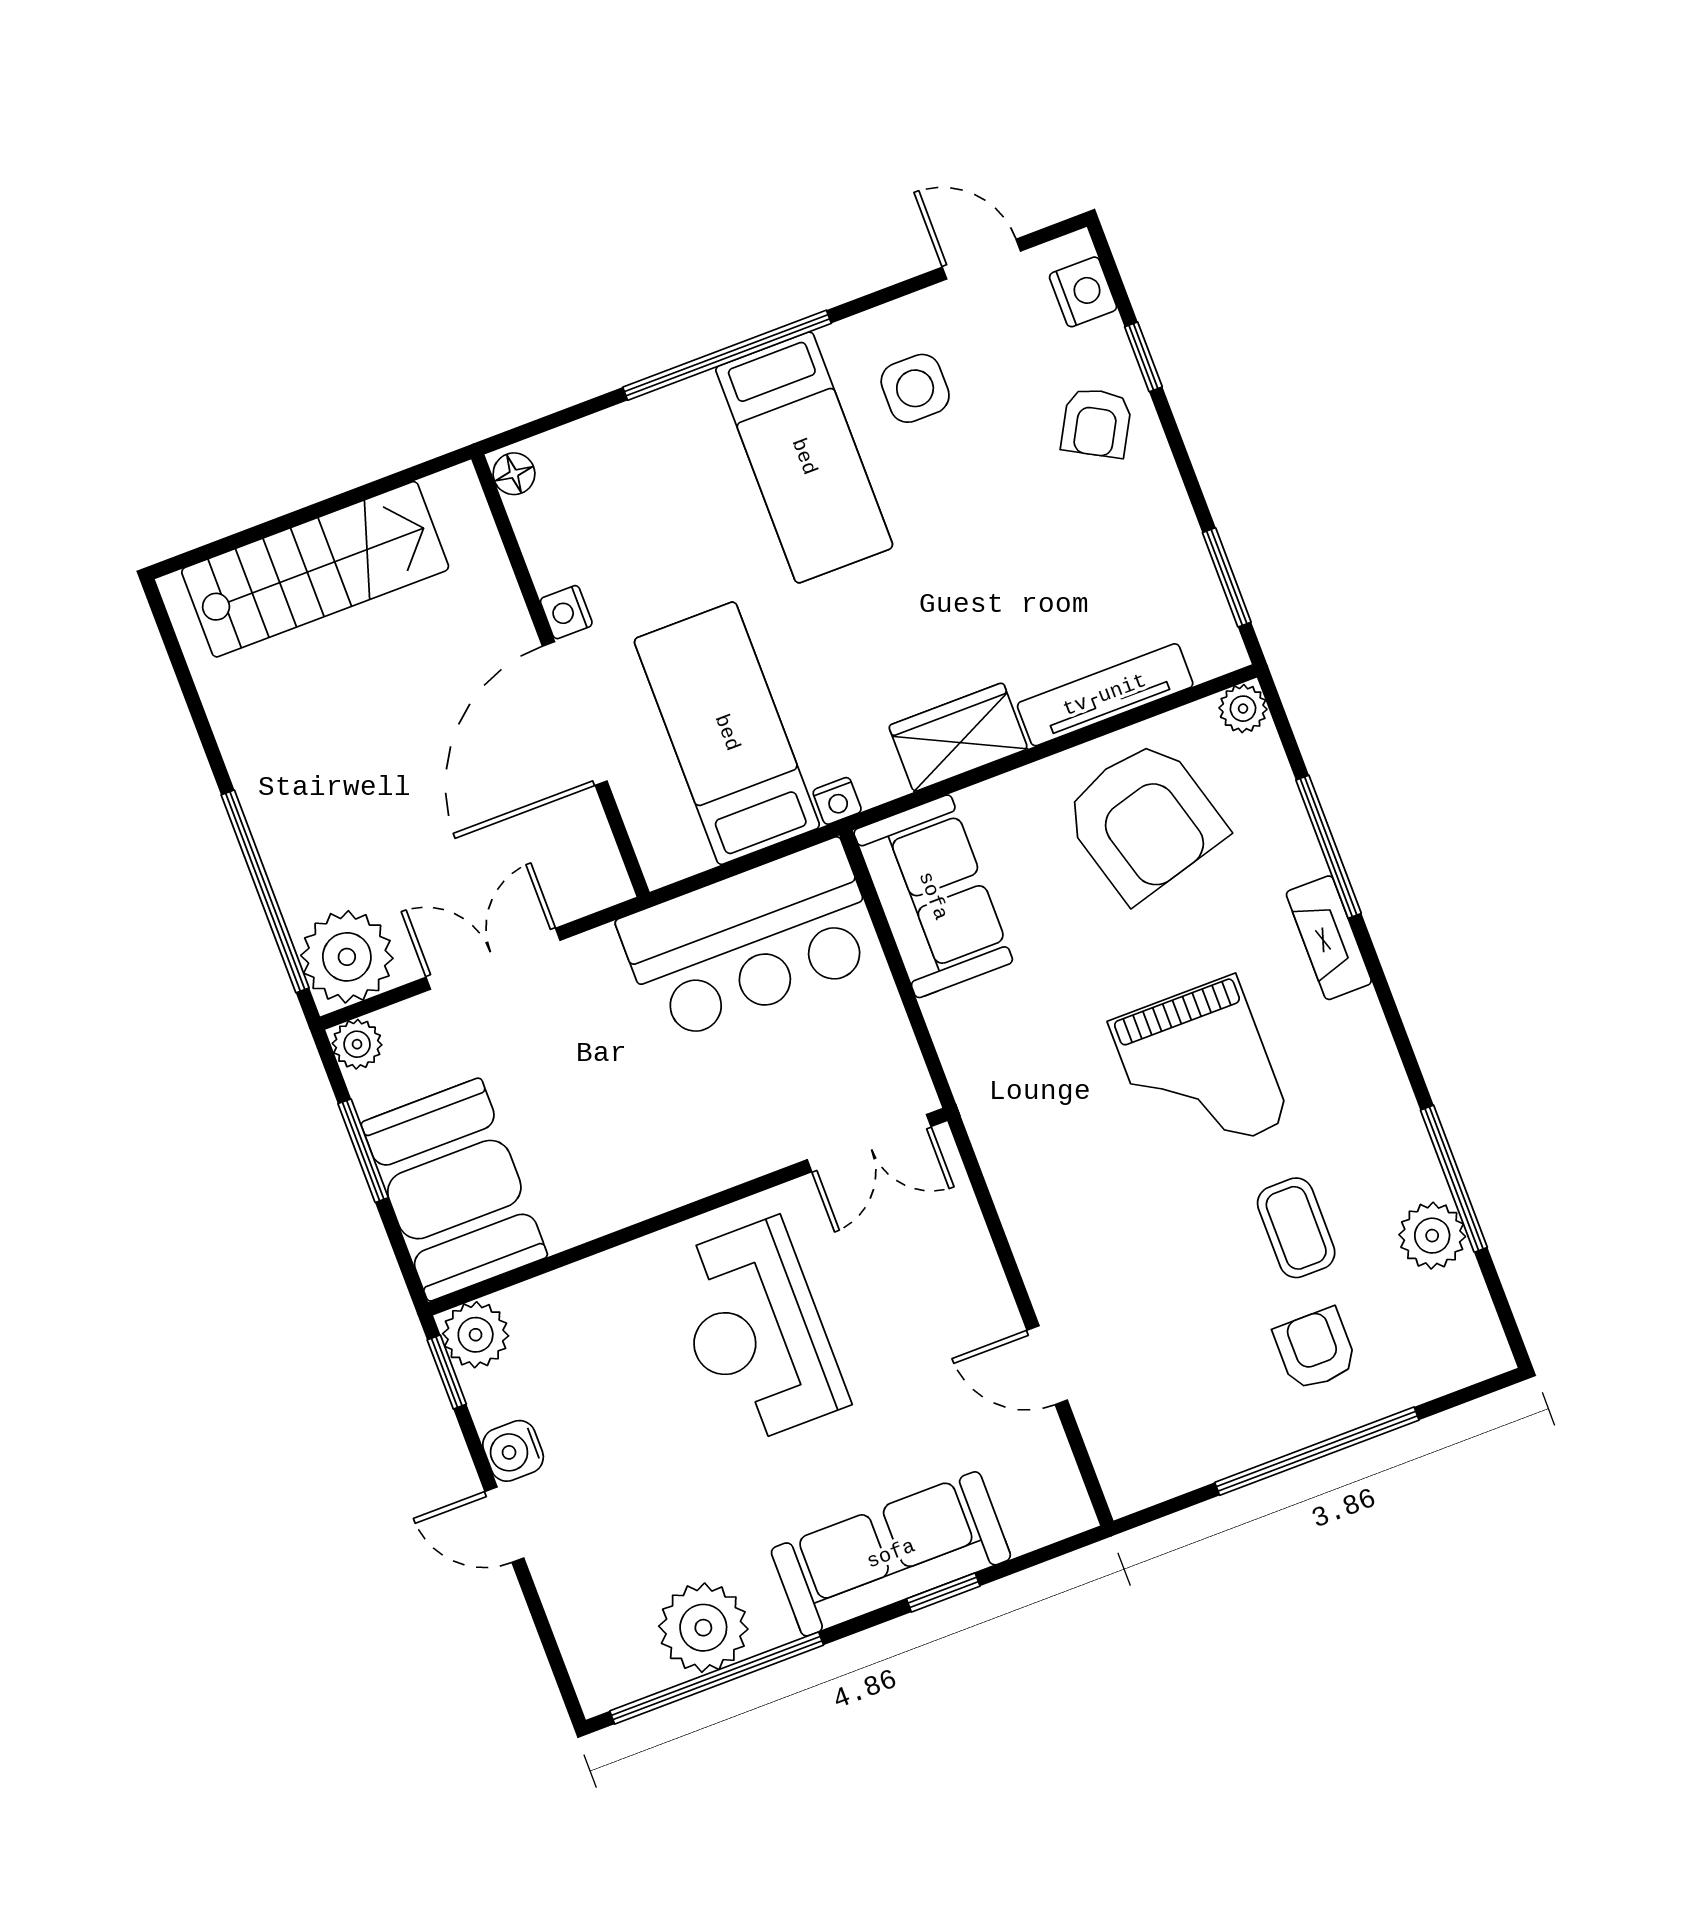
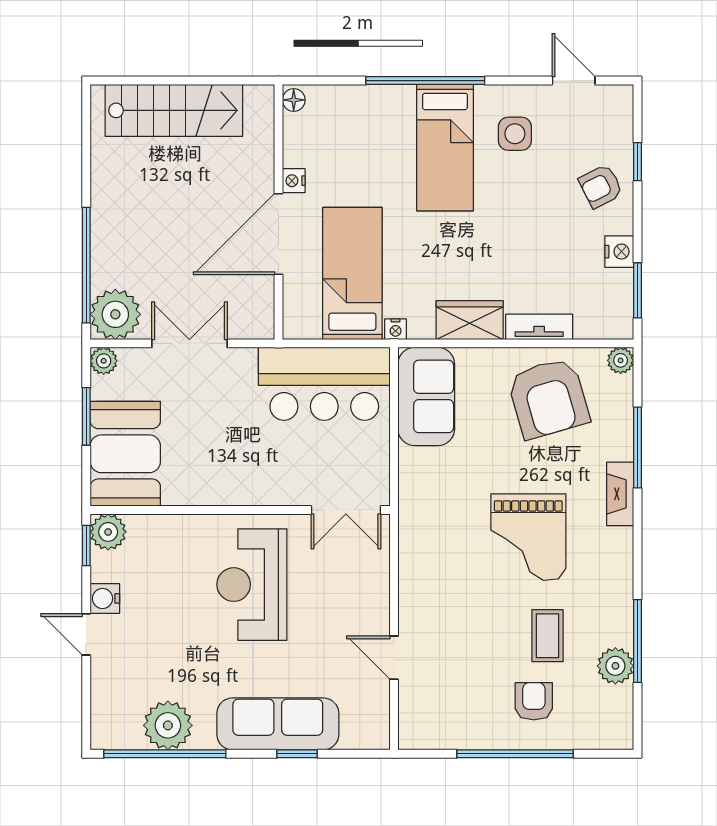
nightstand: (1083, 292) -> (619, 252), moved
armchair: (1096, 423) -> (601, 186), turned 34
tv unit: (1105, 695) -> (539, 327), width x0.71

